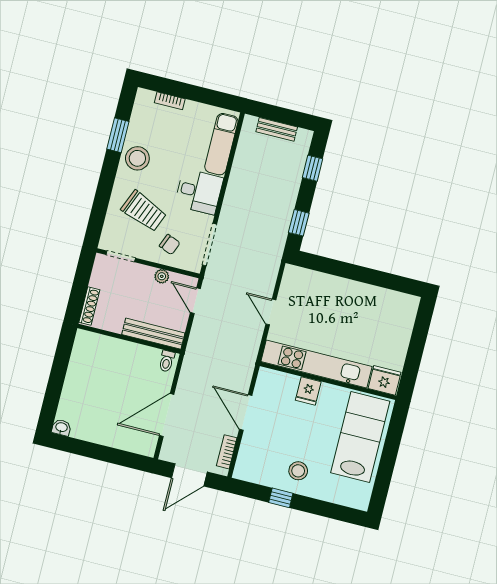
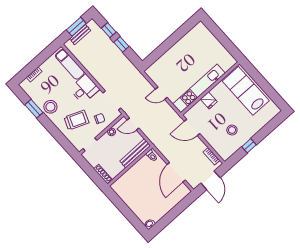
window: (285, 116) -> (76, 27), added
window: (299, 223) -> (121, 44), moved
fridge: (384, 380) -> (227, 62), removed
door: (246, 412) -> (192, 127), moved
stool: (298, 471) -> (232, 130), moved

